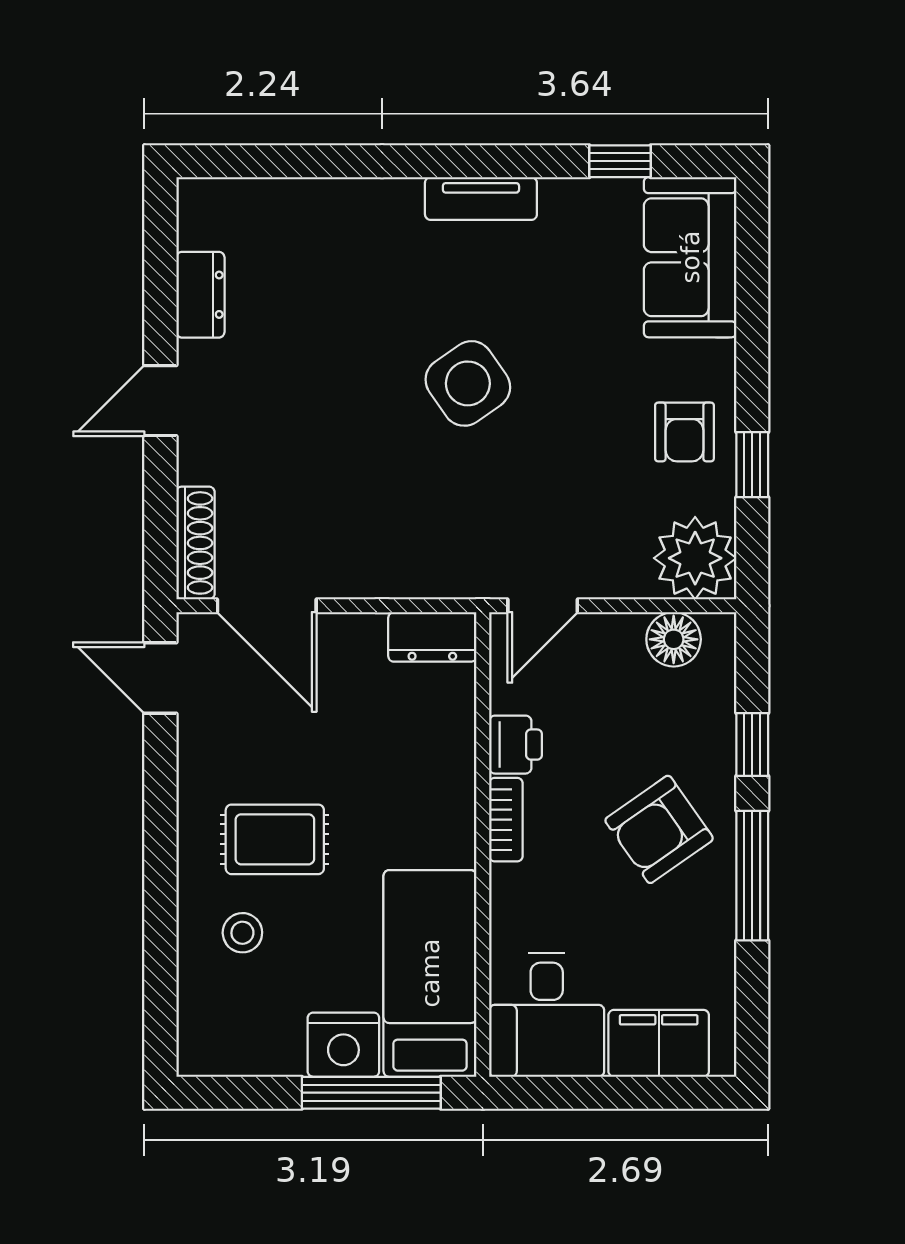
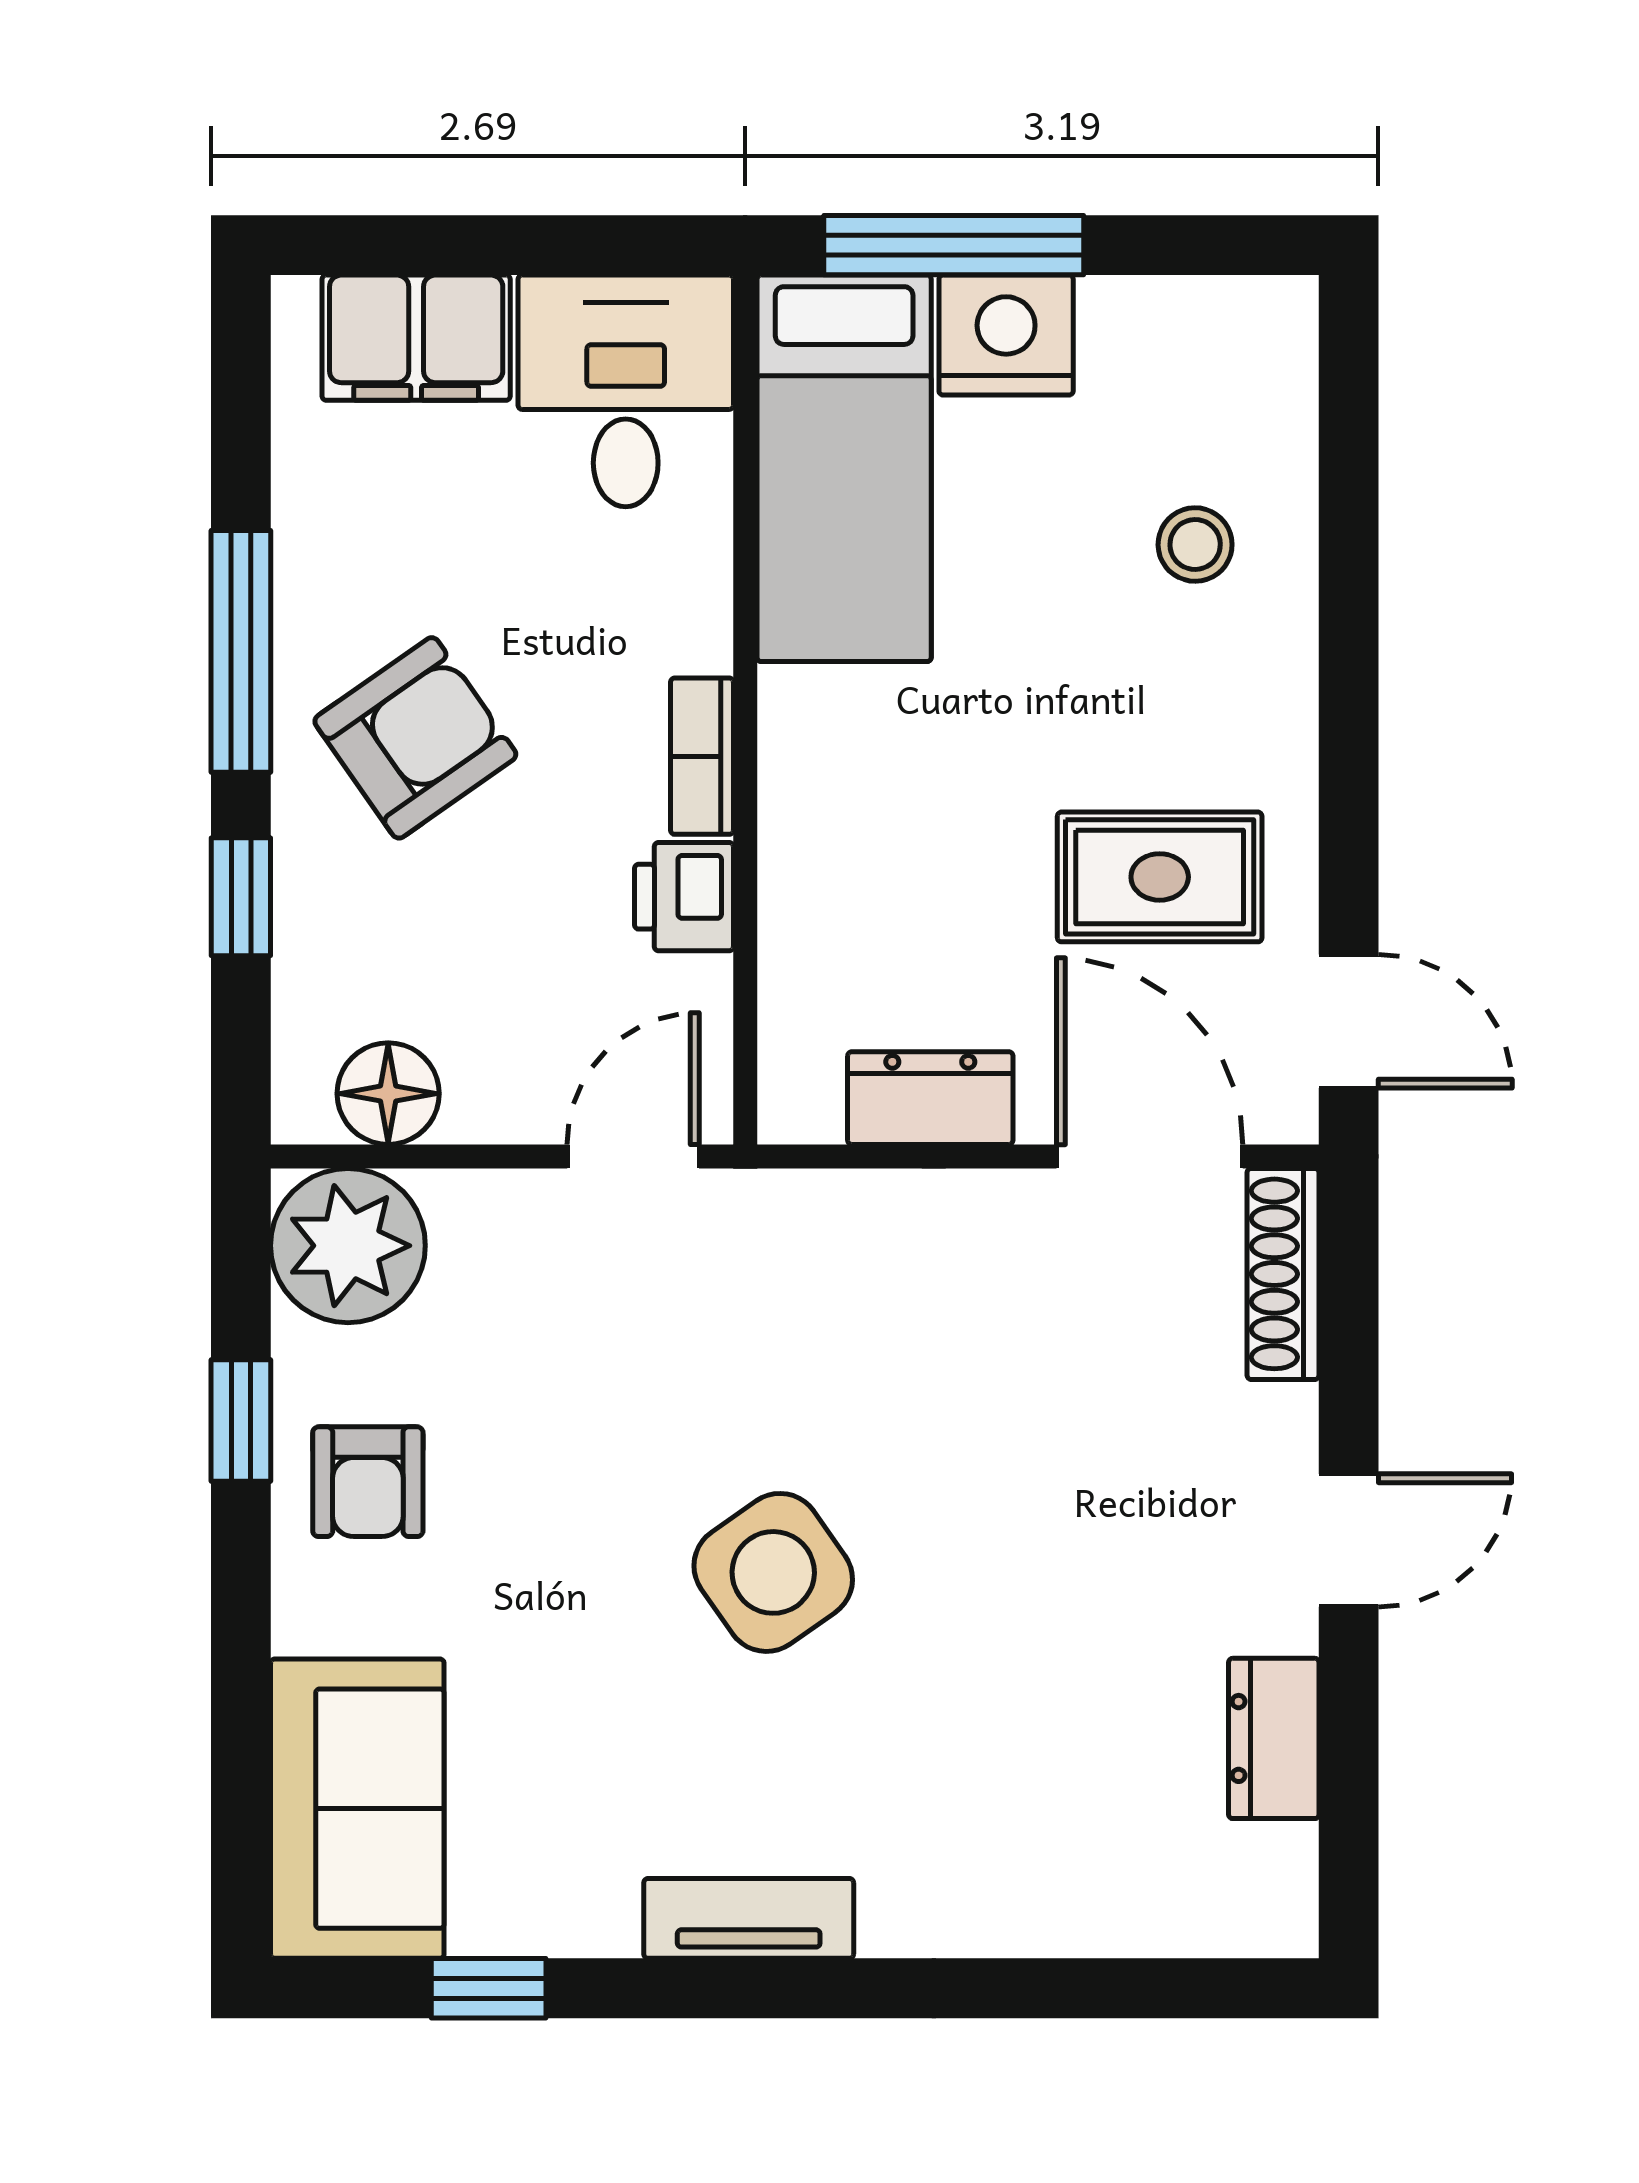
armchair: (684, 432) -> (368, 1482), turned 180
dresser: (432, 637) -> (930, 1098), moved
rug: (275, 839) -> (1160, 877), moved

